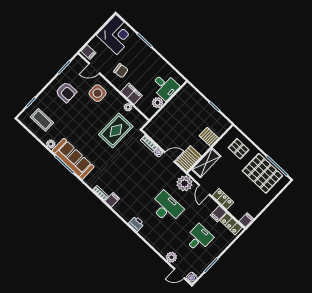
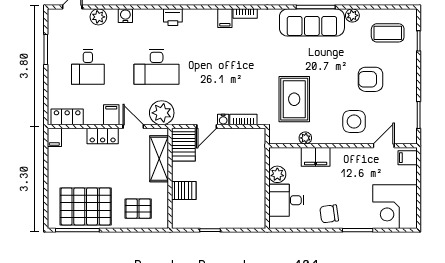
chair: (121, 71) -> (329, 214), moved
armchair: (66, 92) -> (370, 79), moved
filing cabinet: (218, 214) -> (111, 115), moved
water cooler: (192, 277) -> (125, 16), moved

